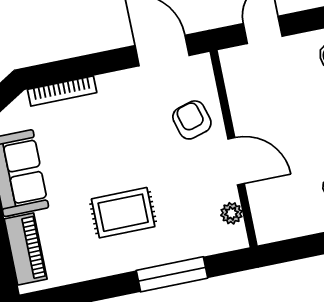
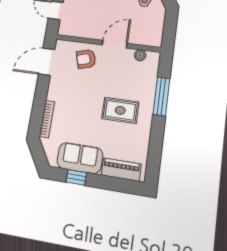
rug: (123, 213) -> (120, 110), turned 90

